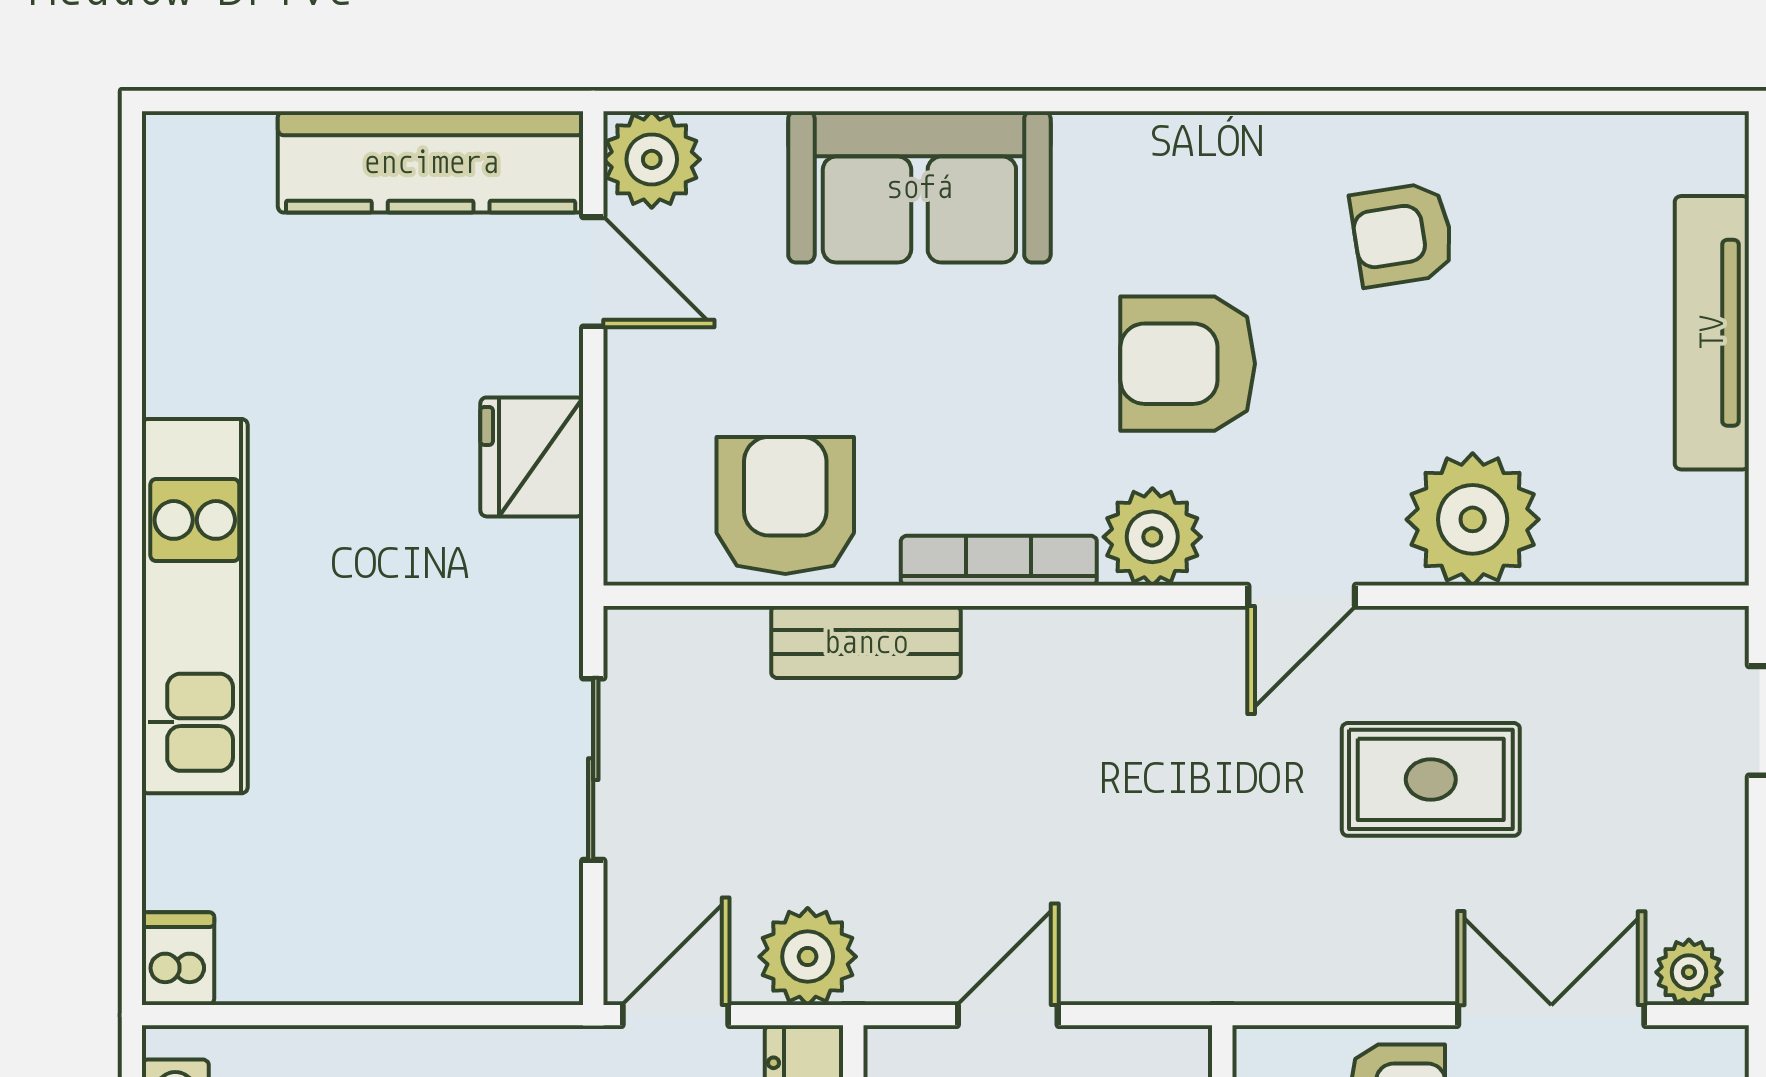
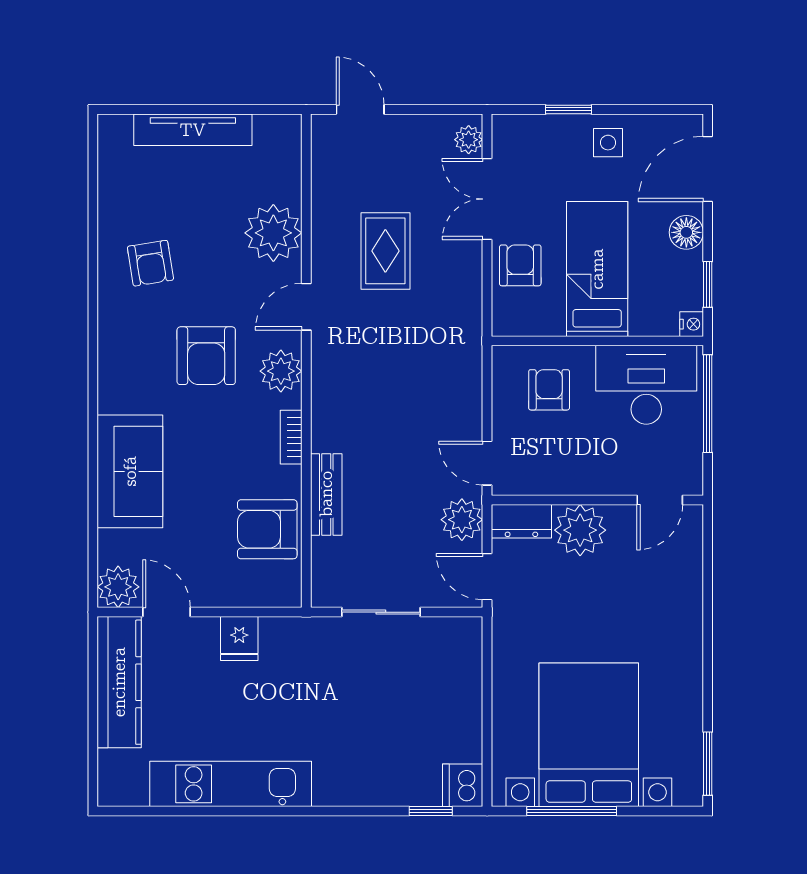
door: (593, 272) -> (167, 612), hinge flipped
fridge: (532, 457) -> (239, 639), width x0.72
bookcase: (999, 561) -> (291, 437), width x0.64
door: (1302, 596) -> (306, 307), swing flipped
kitchen unit: (195, 606) -> (231, 784), moved
window: (132, 885) -> (431, 811), added
dishwasher: (178, 959) -> (463, 785), width x1.38
door: (1008, 1015) -> (487, 463), moved

